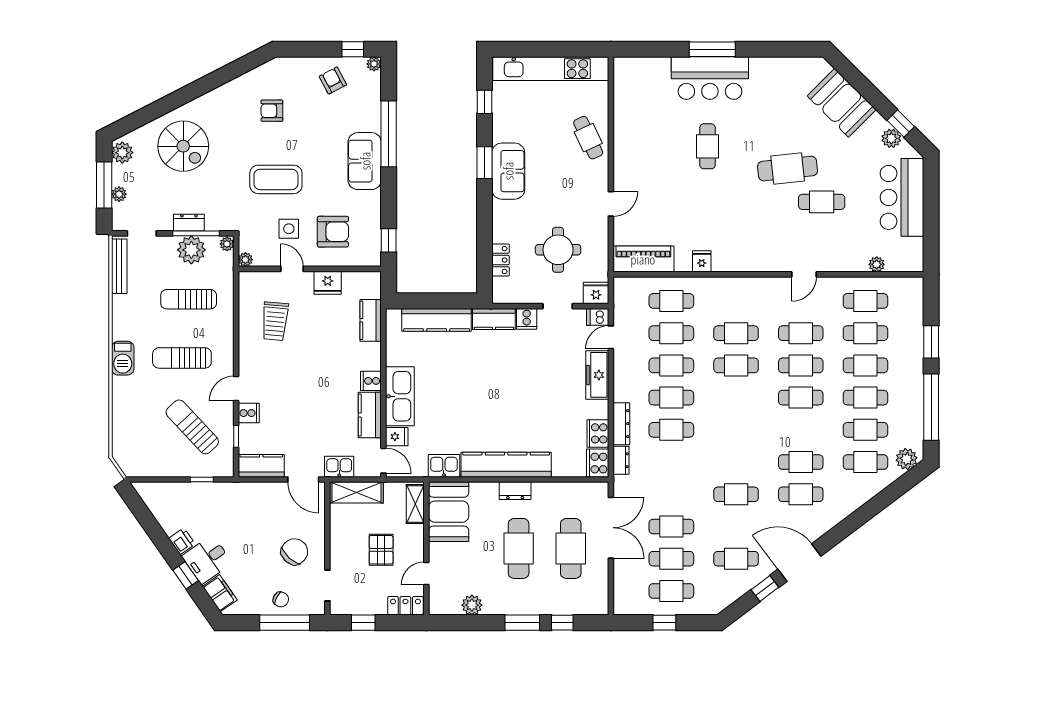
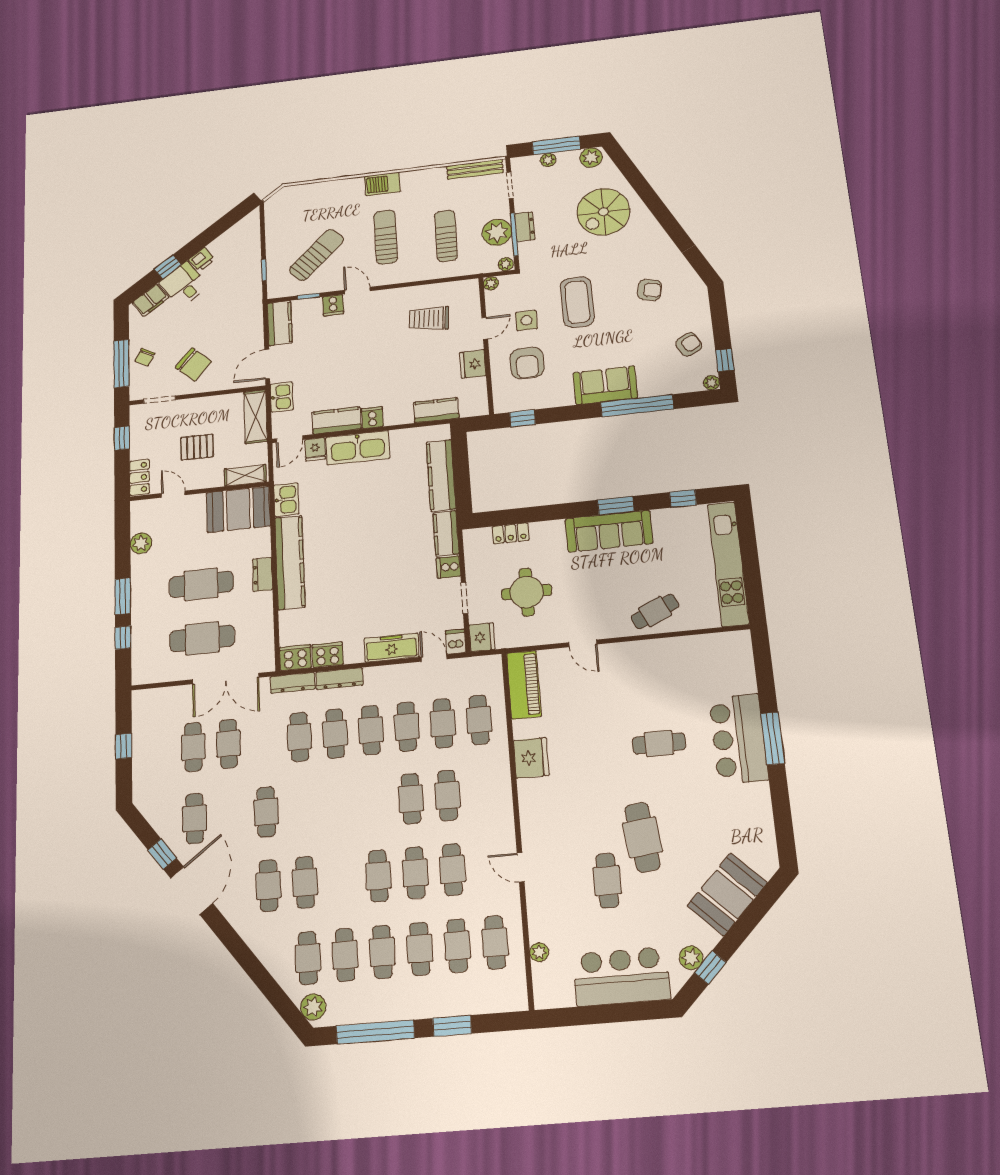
armchair: (272, 111) -> (650, 290), turned 103
sofa: (508, 171) -> (609, 531), width x1.36
fridge: (702, 261) -> (531, 758), width x1.88, depth x1.34
dresser: (621, 460) -> (293, 683), width x1.44
cafe table: (671, 591) -> (299, 737), moved

